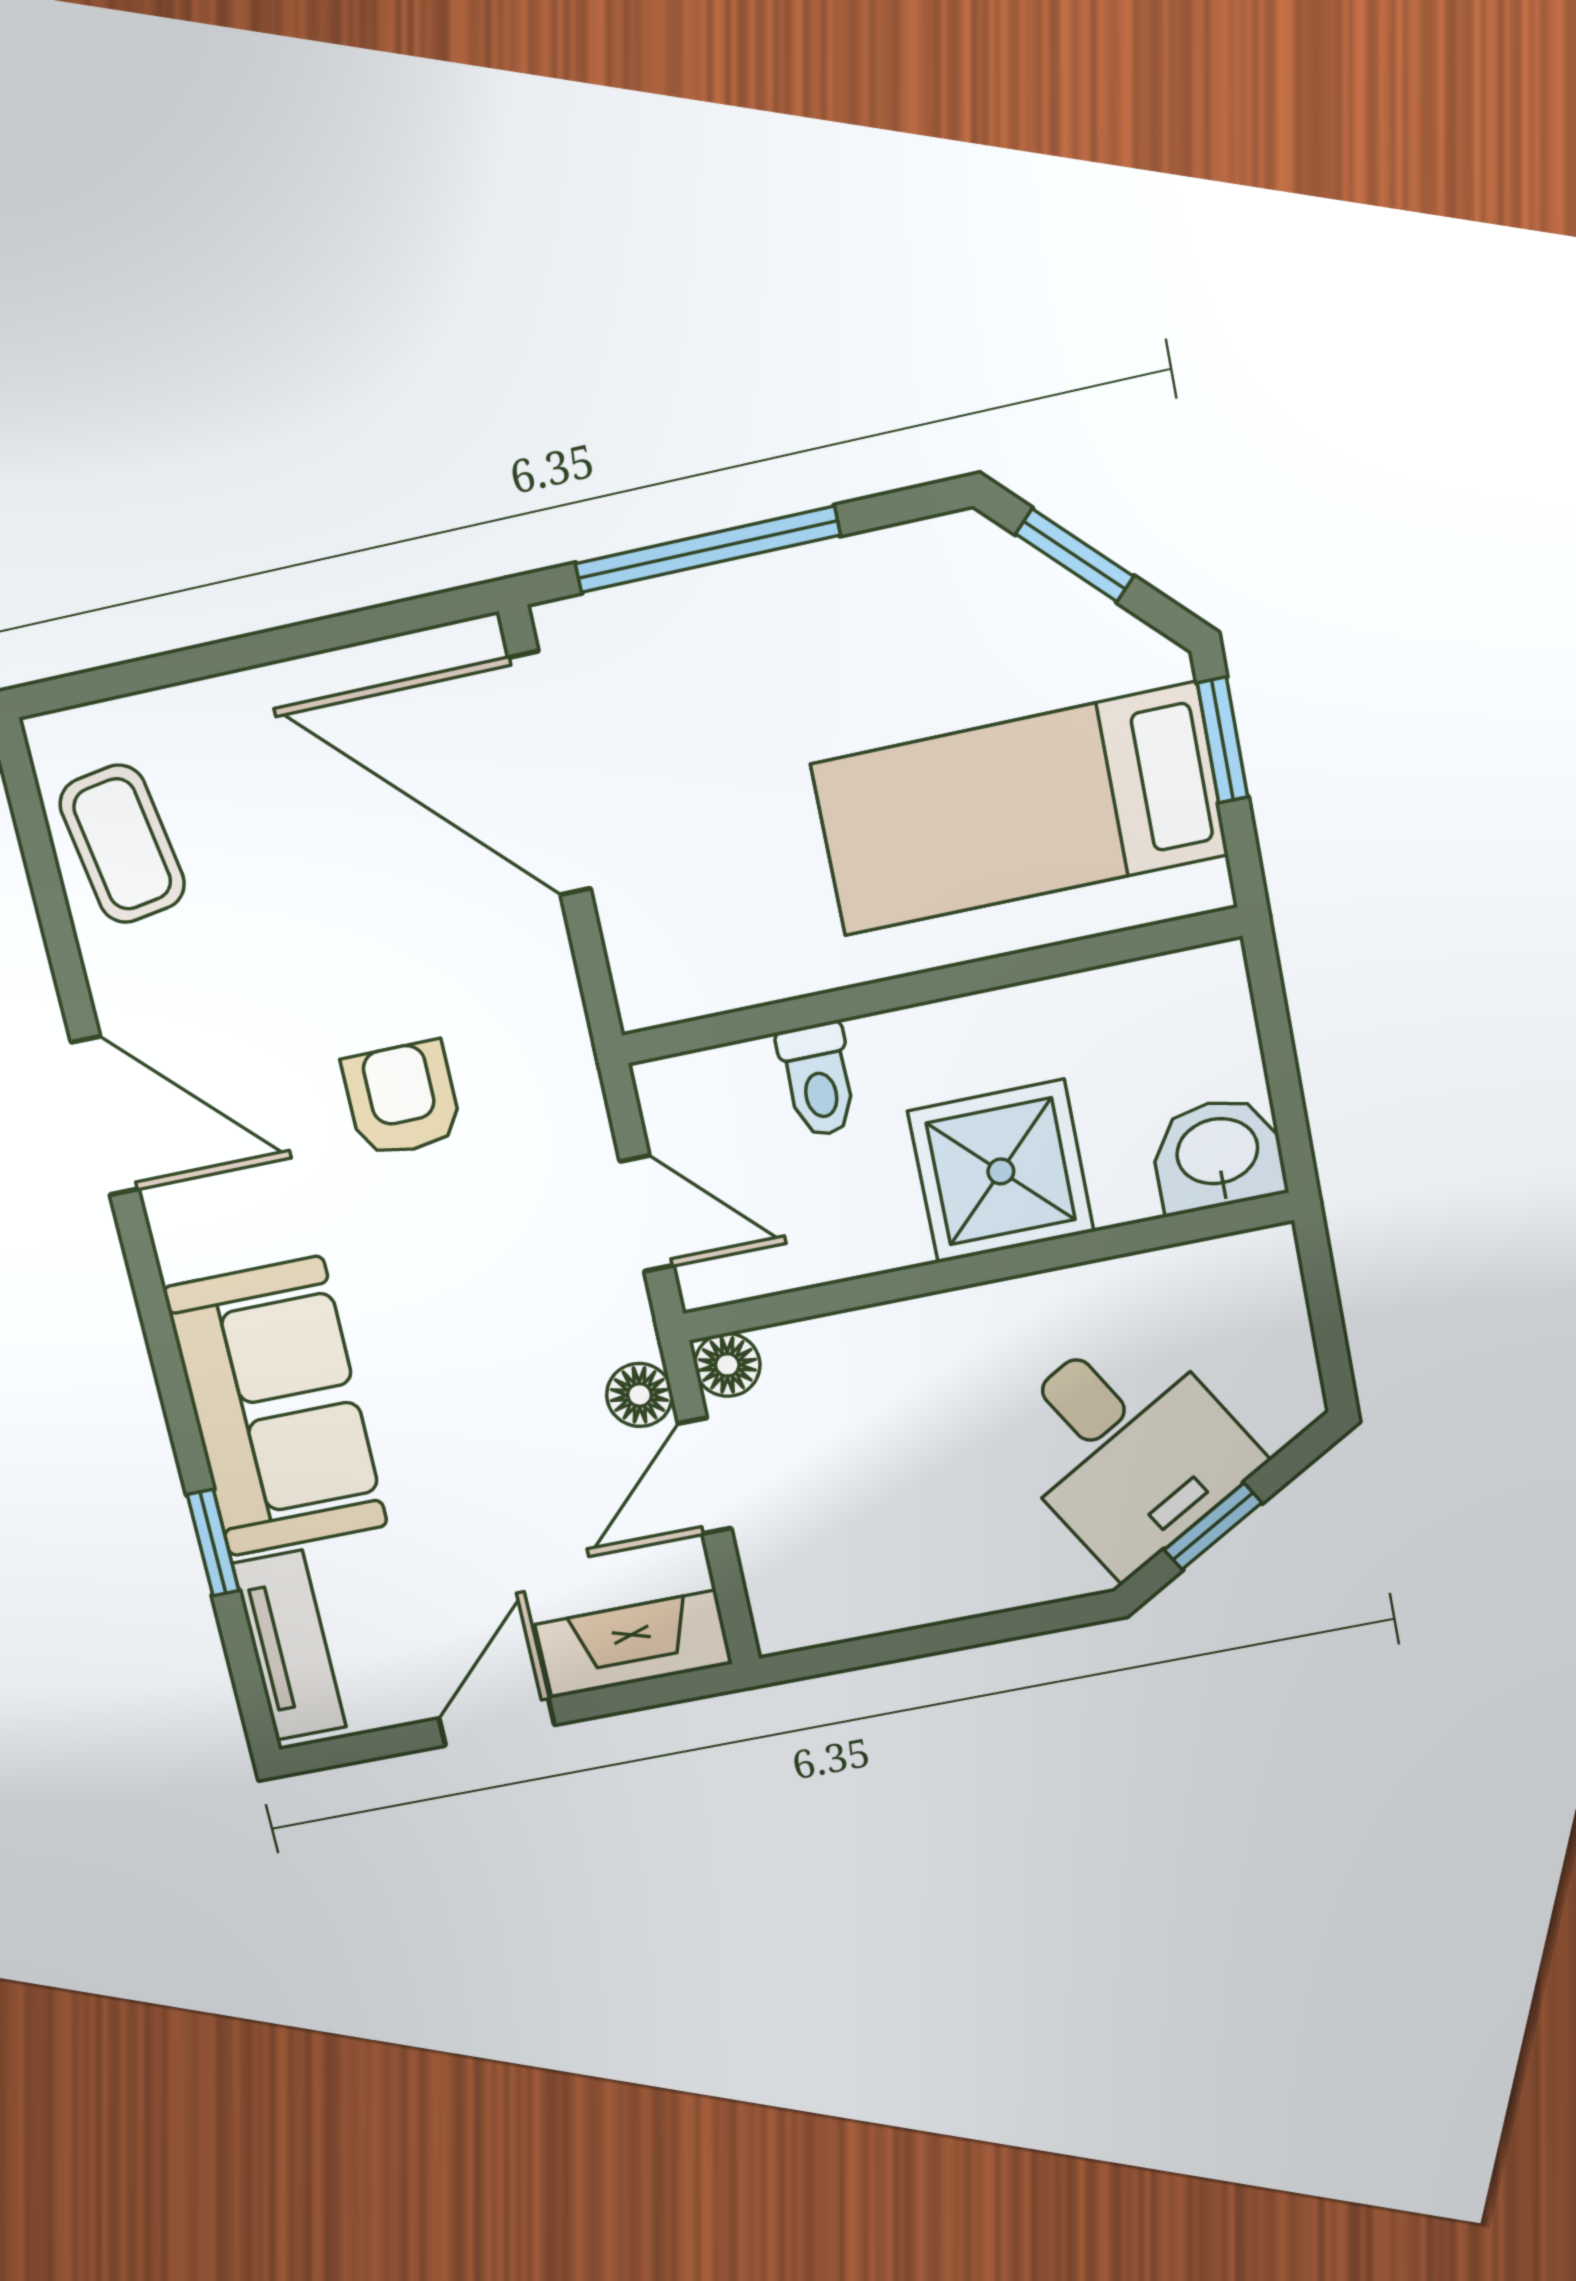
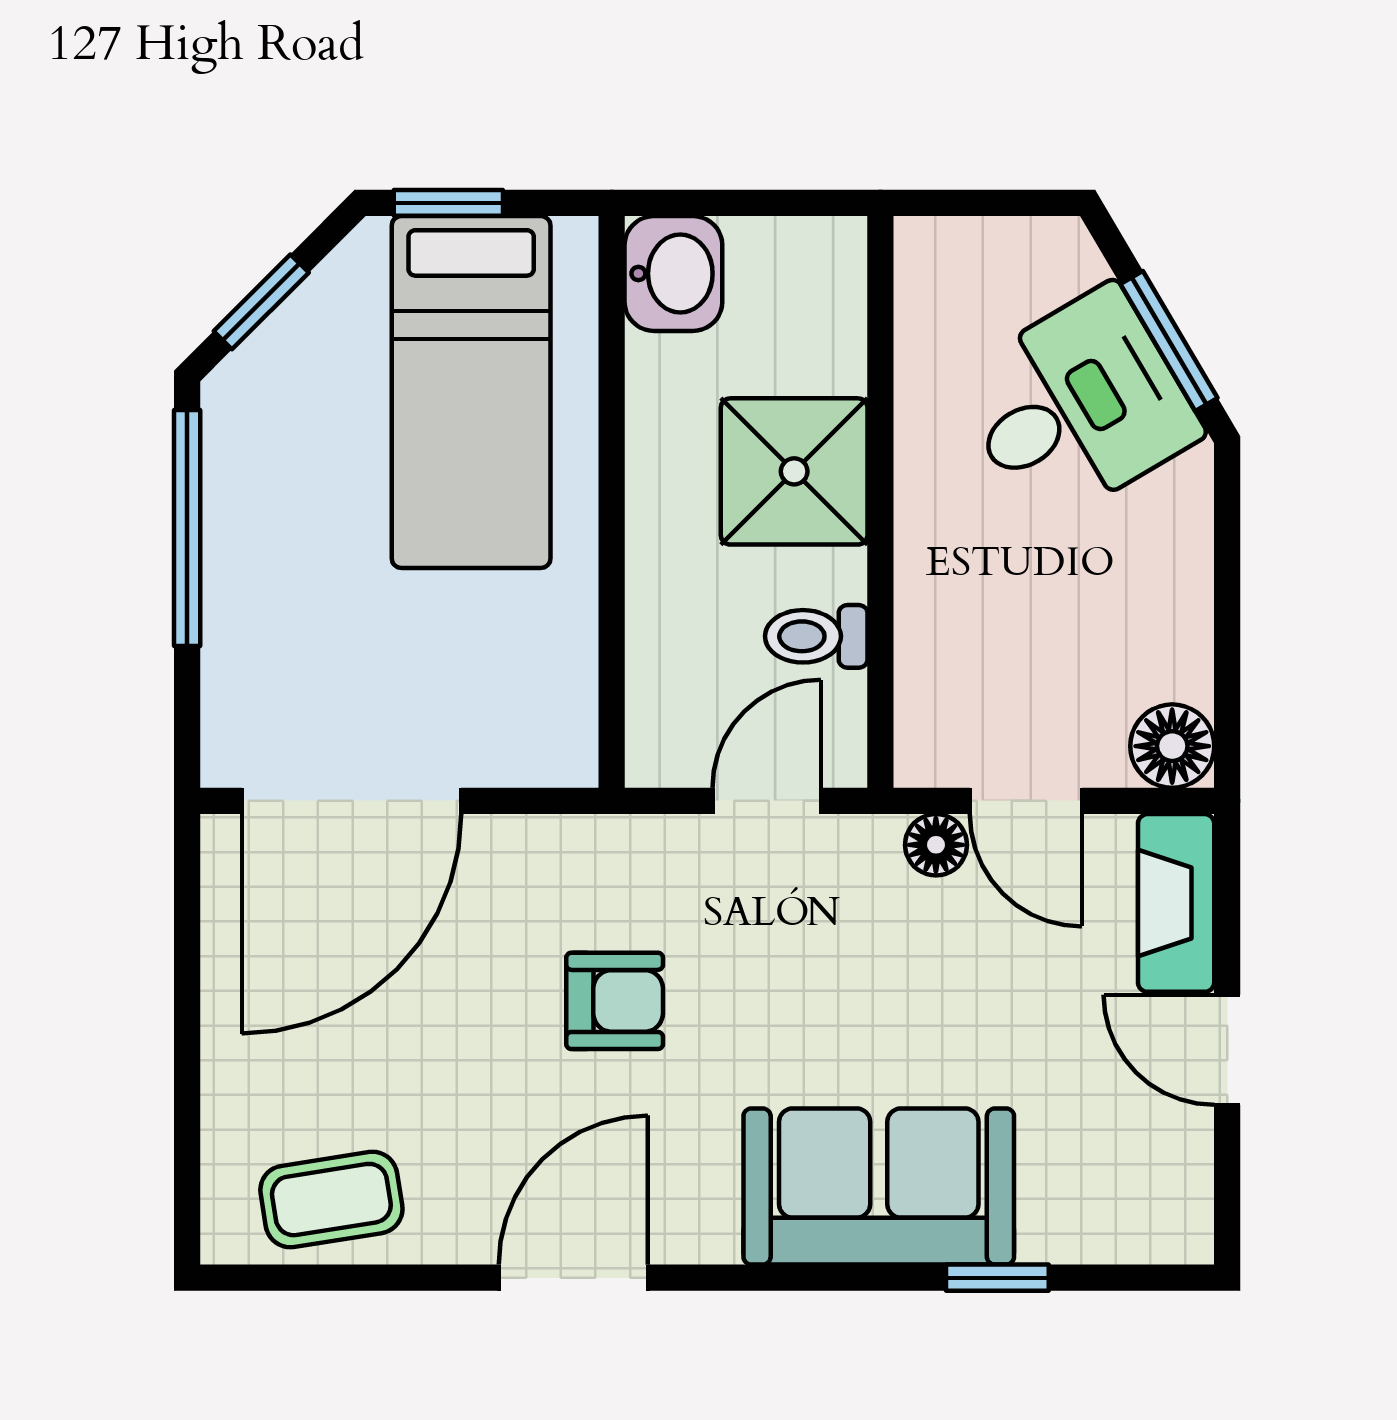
window: (707, 549) -> (187, 528), moved
toilet: (818, 1080) -> (816, 636), moved, turned 180
armchair: (402, 1099) -> (615, 1001), turned 180
washbasin: (1218, 1154) -> (673, 274), moved, turned 180
floor lamp: (727, 1365) -> (1172, 746), moved, width x1.37, depth x1.37
window: (1213, 1526) -> (1169, 341), width x1.50
tv unit: (289, 1645) -> (1112, 1230), removed

